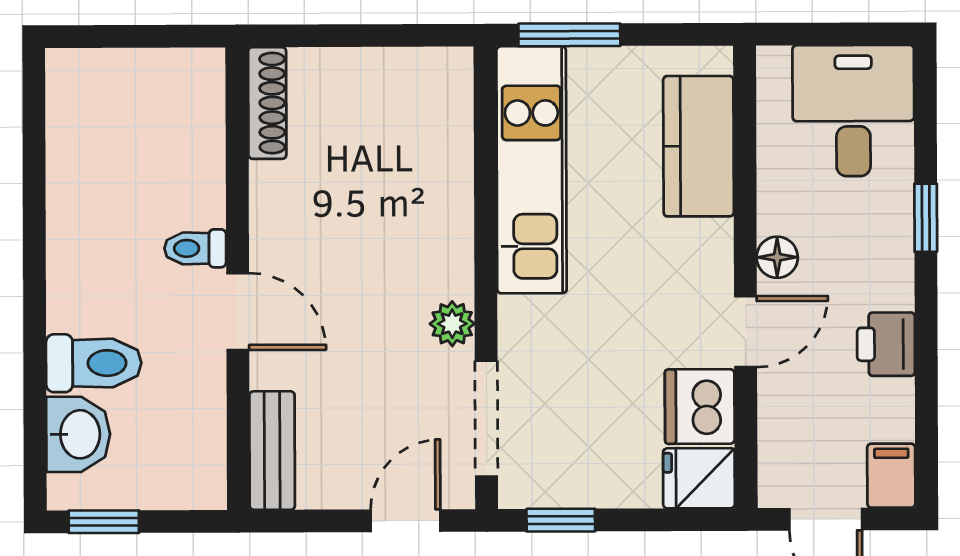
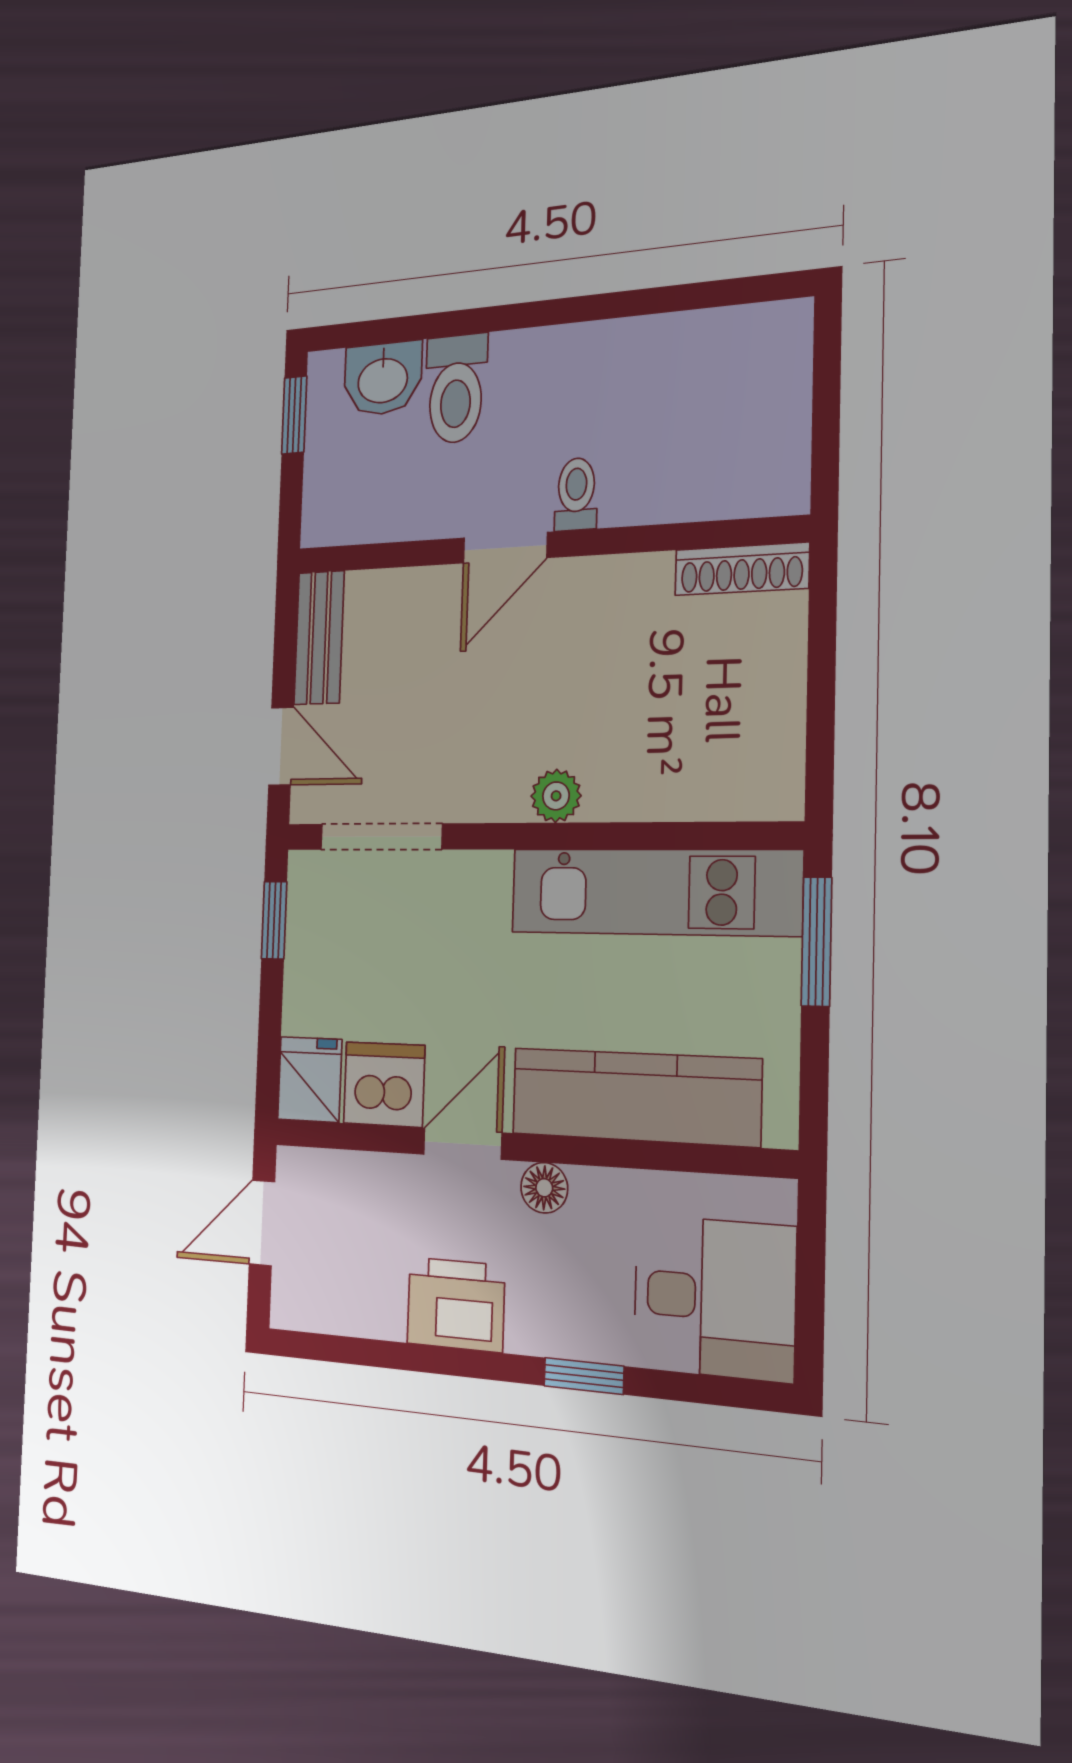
kitchen counter: (699, 146) -> (635, 1097), width x1.50
plant: (452, 324) -> (556, 796), moved
door: (746, 332) -> (463, 1144), swing flipped
printer: (886, 344) -> (456, 1305), width x1.36, depth x1.24
bench: (272, 451) -> (319, 638), moved, turned 90
filing cabinet: (891, 476) -> (303, 1304), removed

